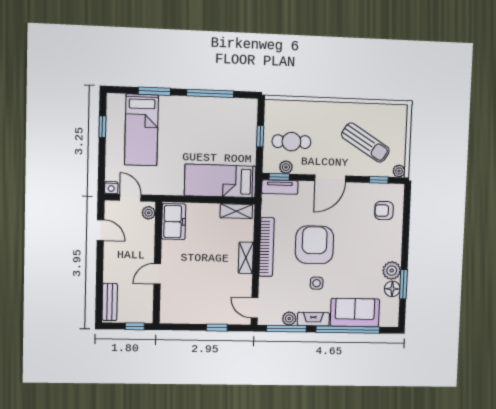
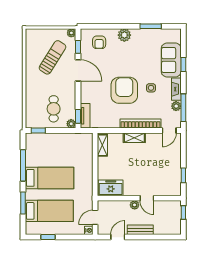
window: (260, 136) -> (38, 130), moved
plant: (286, 167) -> (71, 124), moved
door: (330, 178) -> (78, 70), moved
bed: (220, 181) -> (49, 178), moved, turned -90
plant: (149, 213) -> (135, 205), moved
armchair: (314, 245) -> (124, 90), turned 90
bookcase: (267, 247) -> (141, 124), moved
plant: (392, 271) -> (124, 35), moved
floor lamp: (392, 289) -> (154, 34), removed
bench: (110, 302) -> (140, 230), moved
window: (217, 328) -> (183, 175), moved
window: (348, 330) -> (183, 64), width x0.32

